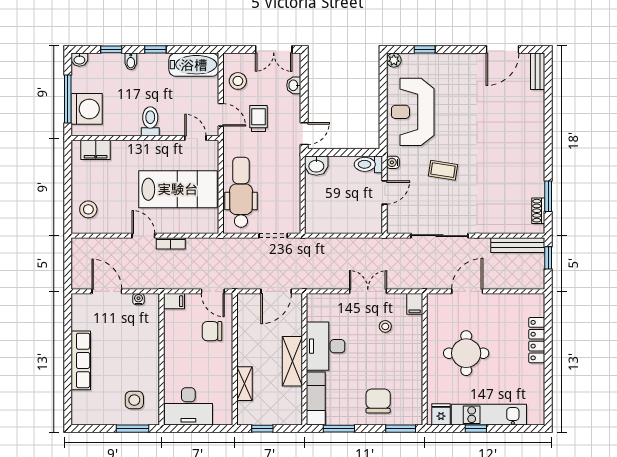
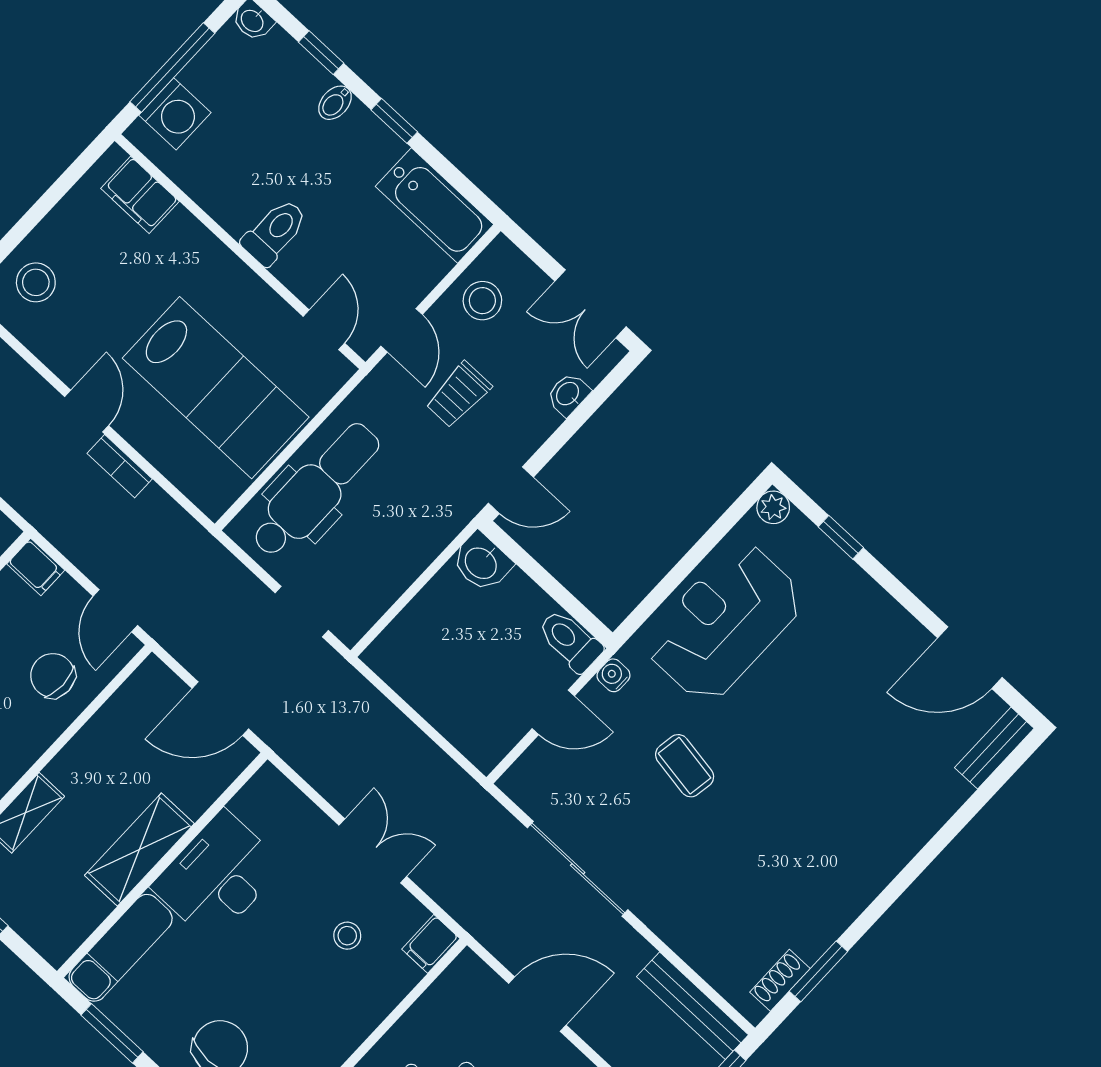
washing machine: (87, 109) -> (175, 114), width x0.73, depth x0.73
trolley: (258, 118) -> (458, 395), turned 180

